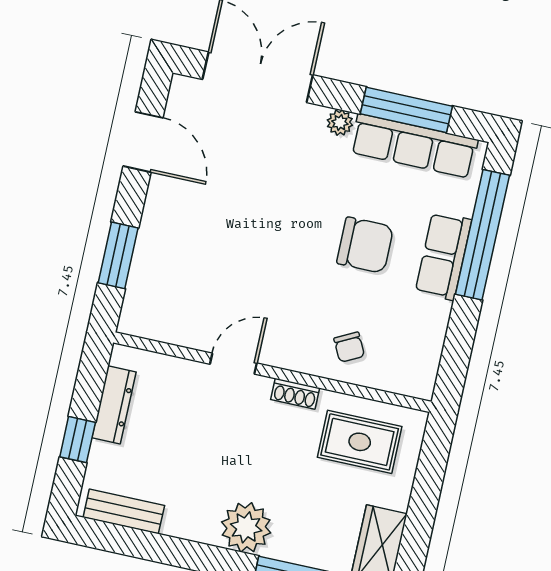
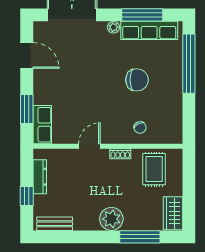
row of seats: (443, 256) -> (42, 125), moved, turned 180
rug: (360, 442) -> (154, 169), turned 90

